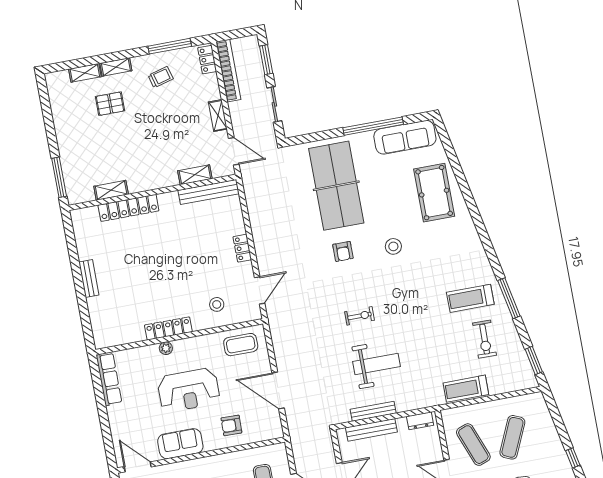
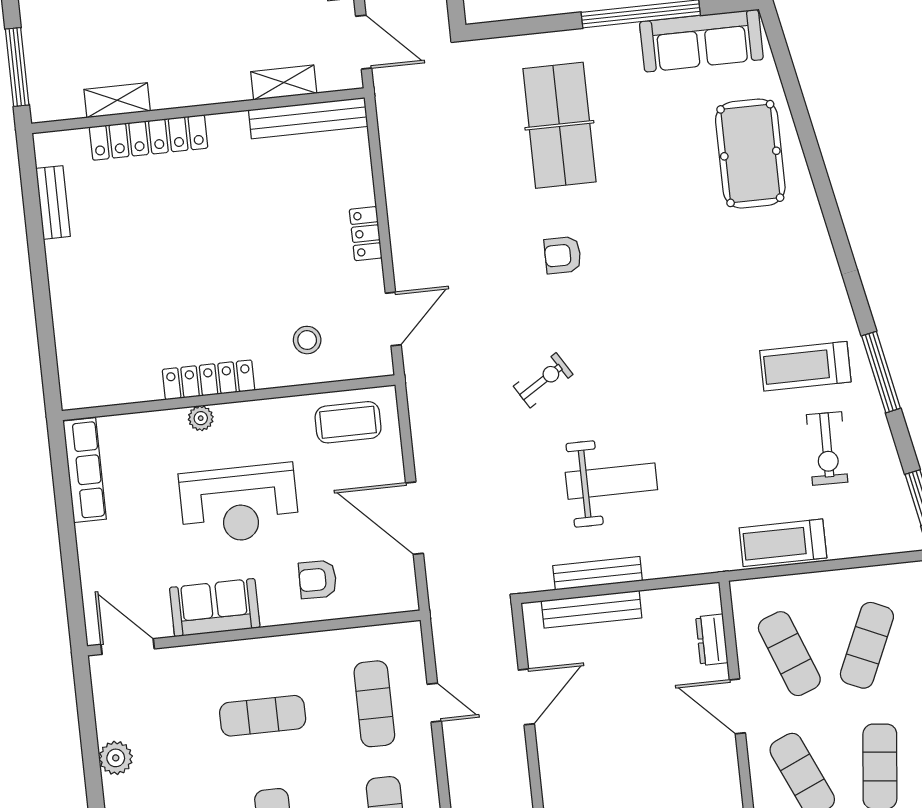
table tennis table: (336, 186) -> (559, 125), width x0.73, depth x0.76
stool: (393, 246) -> (662, 253), removed
armchair: (343, 251) -> (563, 255), turned 90
bench: (89, 279) -> (53, 202), moved
exercise bike: (359, 316) -> (543, 380), moved, turned -32
dresser: (420, 421) -> (712, 640), moved, turned 90

